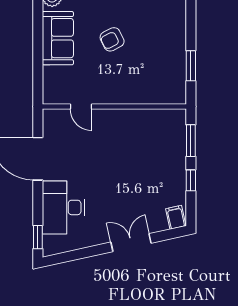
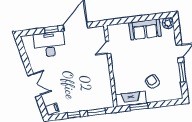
armchair: (112, 39) -> (152, 82), moved
fireplace: (175, 78) -> (131, 99), added
window: (38, 237) -> (51, 30), moved

